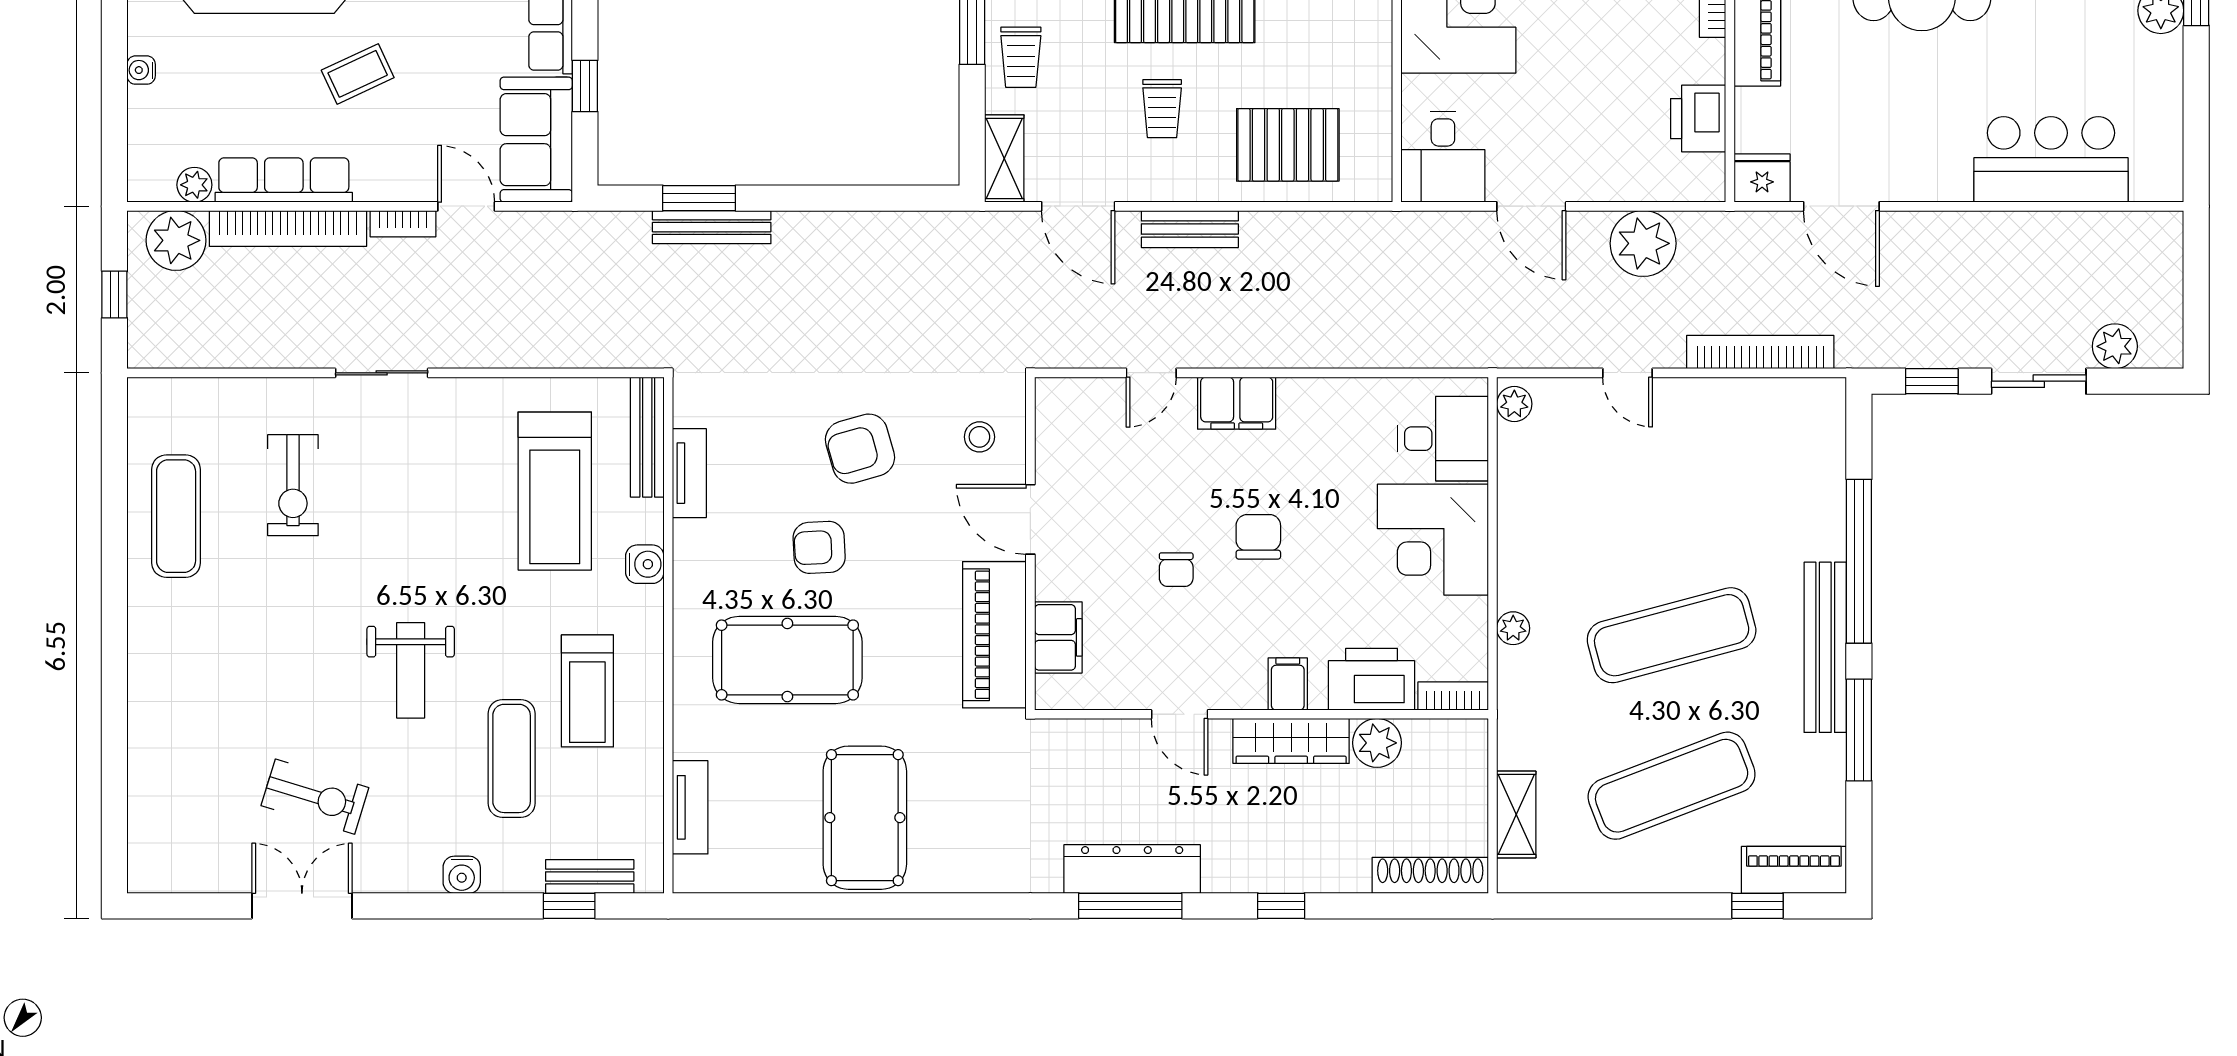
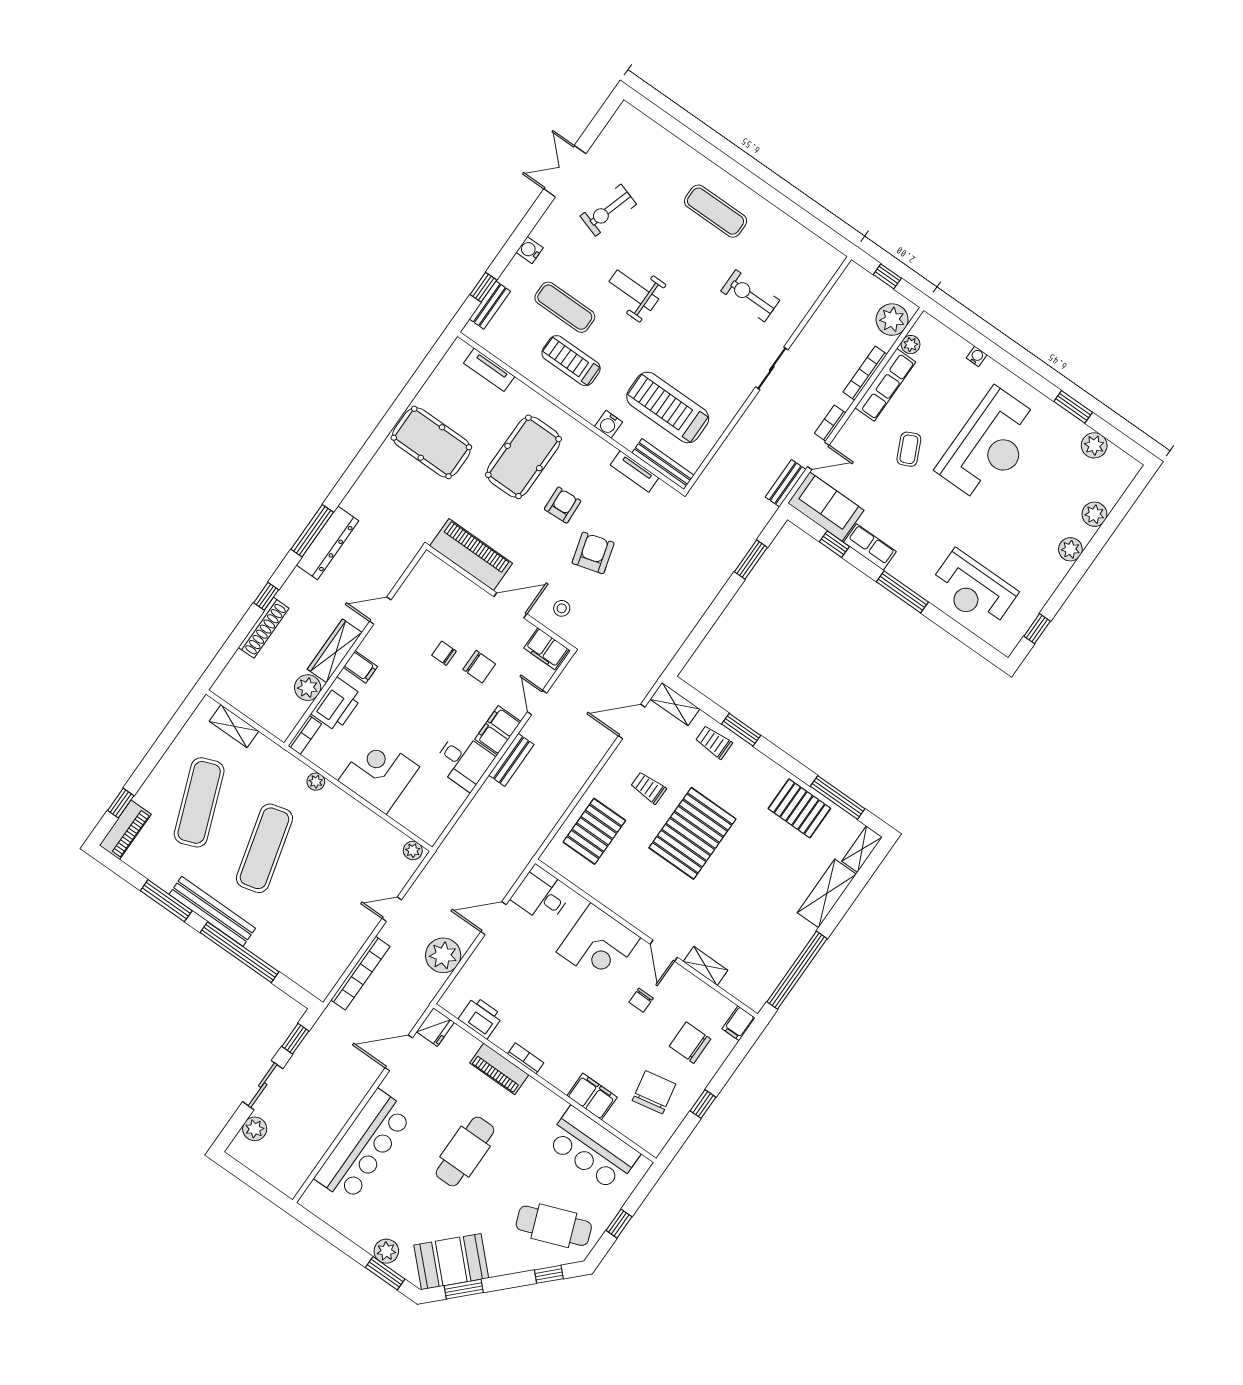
bar counter: (2051, 159) -> (364, 1146), width x1.36
bench: (712, 227) -> (786, 483), moved, width x0.73
bookcase: (288, 228) -> (865, 373), width x0.68, depth x0.76
bench: (1190, 229) -> (511, 760), moved
desk: (1443, 439) -> (464, 761), moved, turned -90
exercise mat: (176, 516) -> (716, 211), moved
chair: (1258, 537) -> (479, 667), moved
filing cabinet: (1058, 637) -> (546, 649), moved
shoe rack: (1430, 875) -> (264, 628), moved
double door: (302, 906) -> (565, 171), swing flipped

